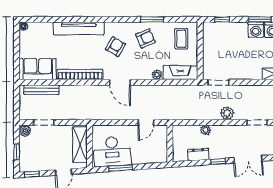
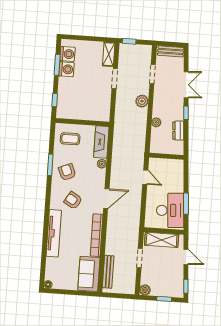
doorway: (218, 82) -> (115, 79), moved
doorway: (44, 122) -> (140, 258), moved

